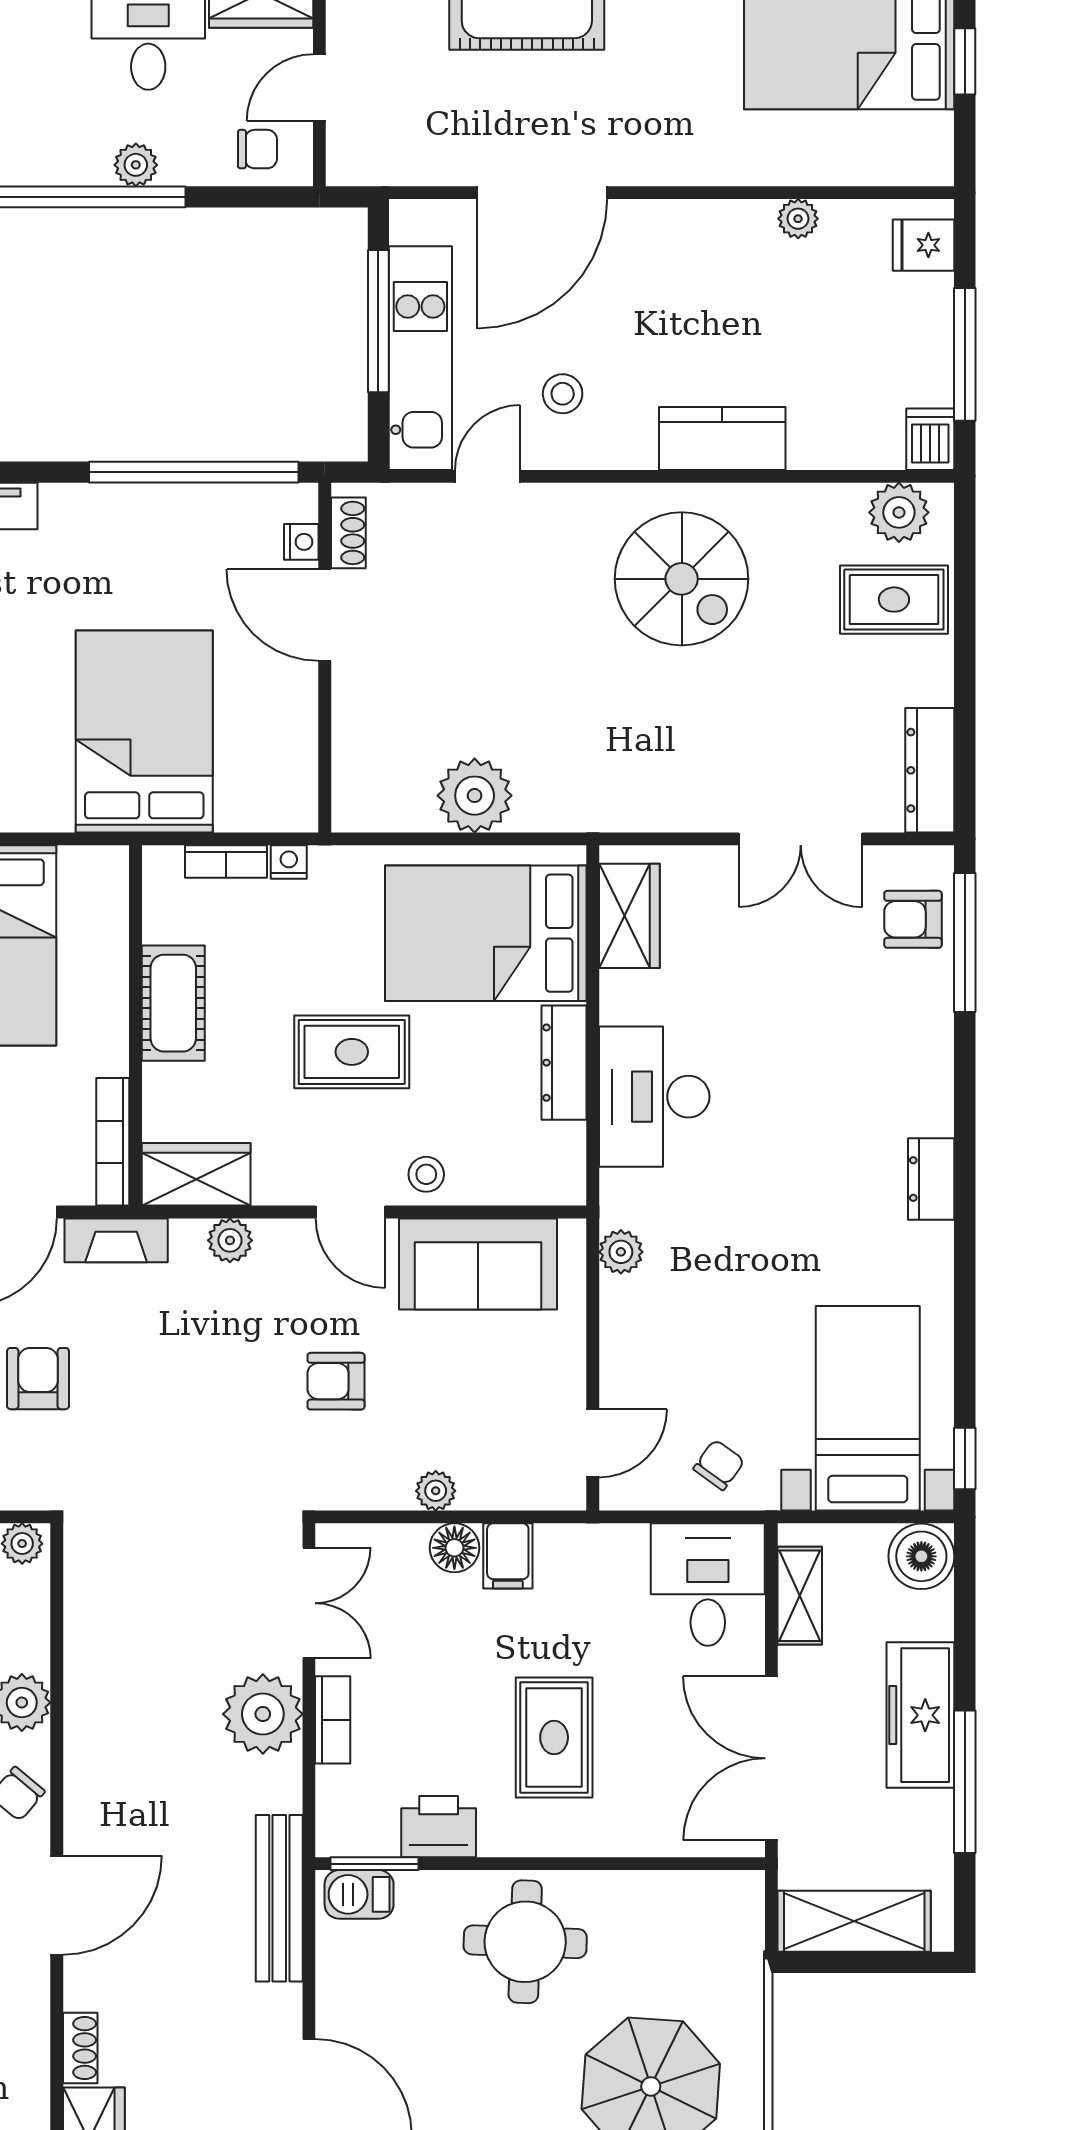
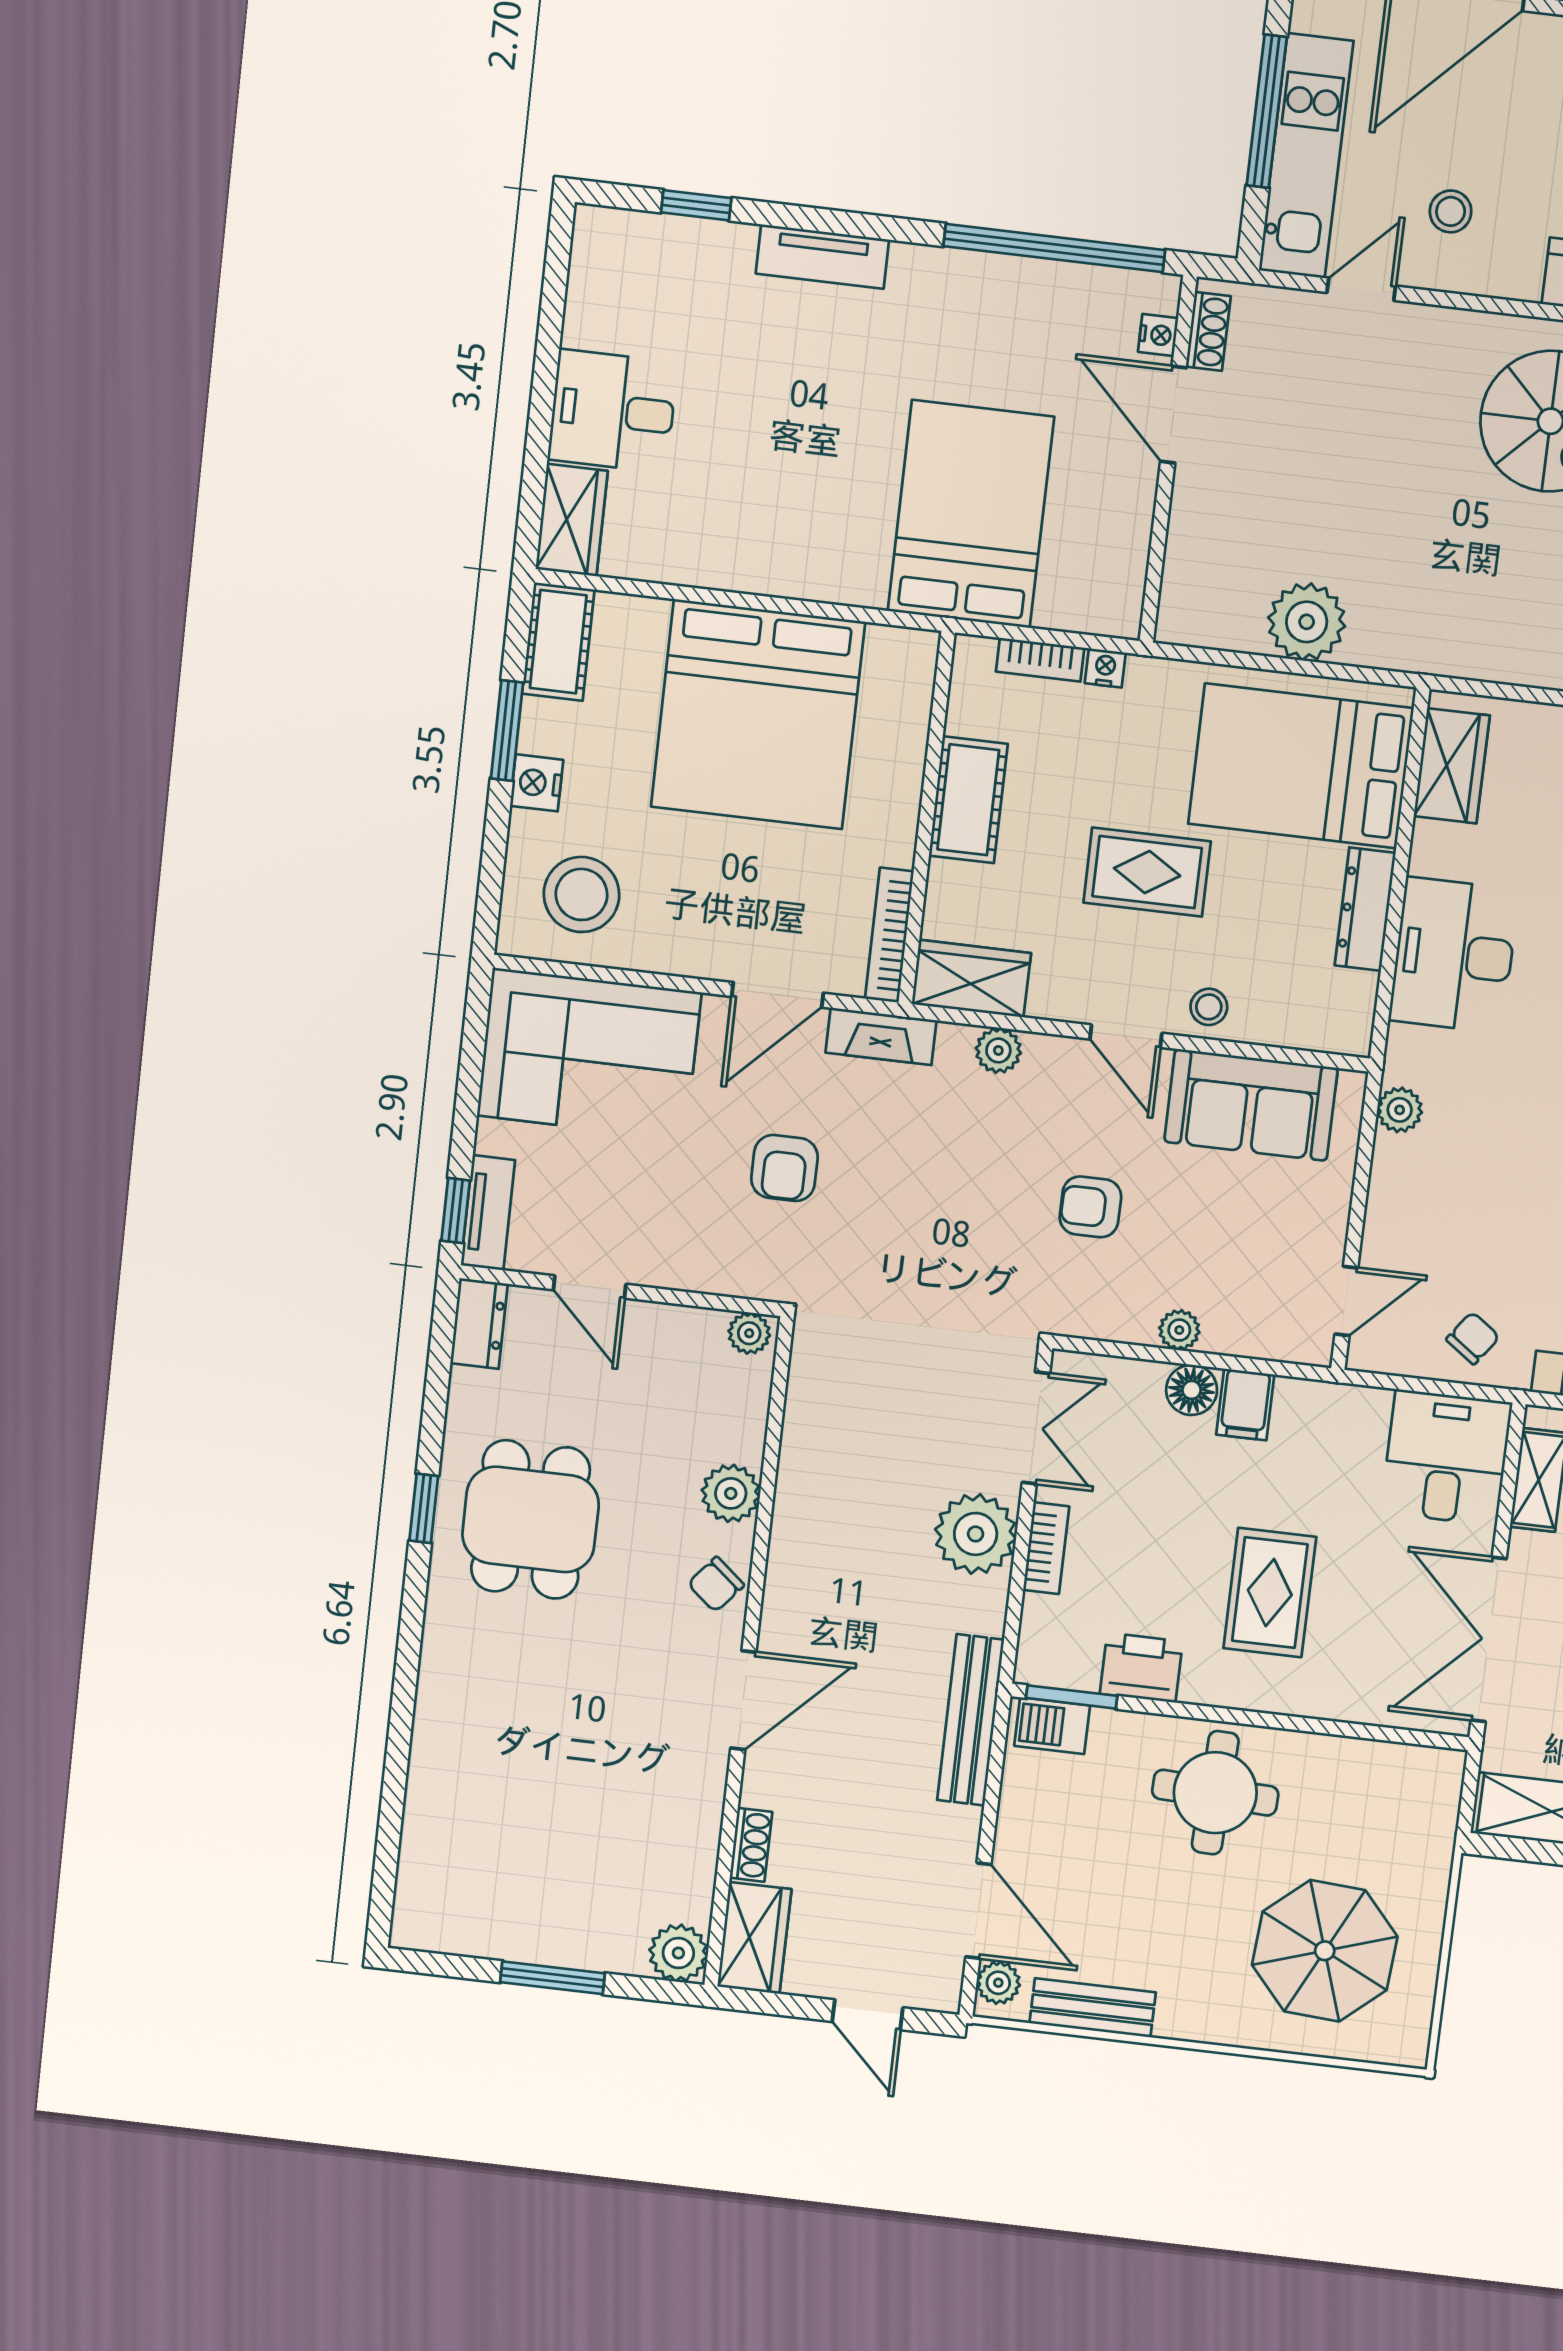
armchair: (38, 1379) -> (784, 1168), turned 180

